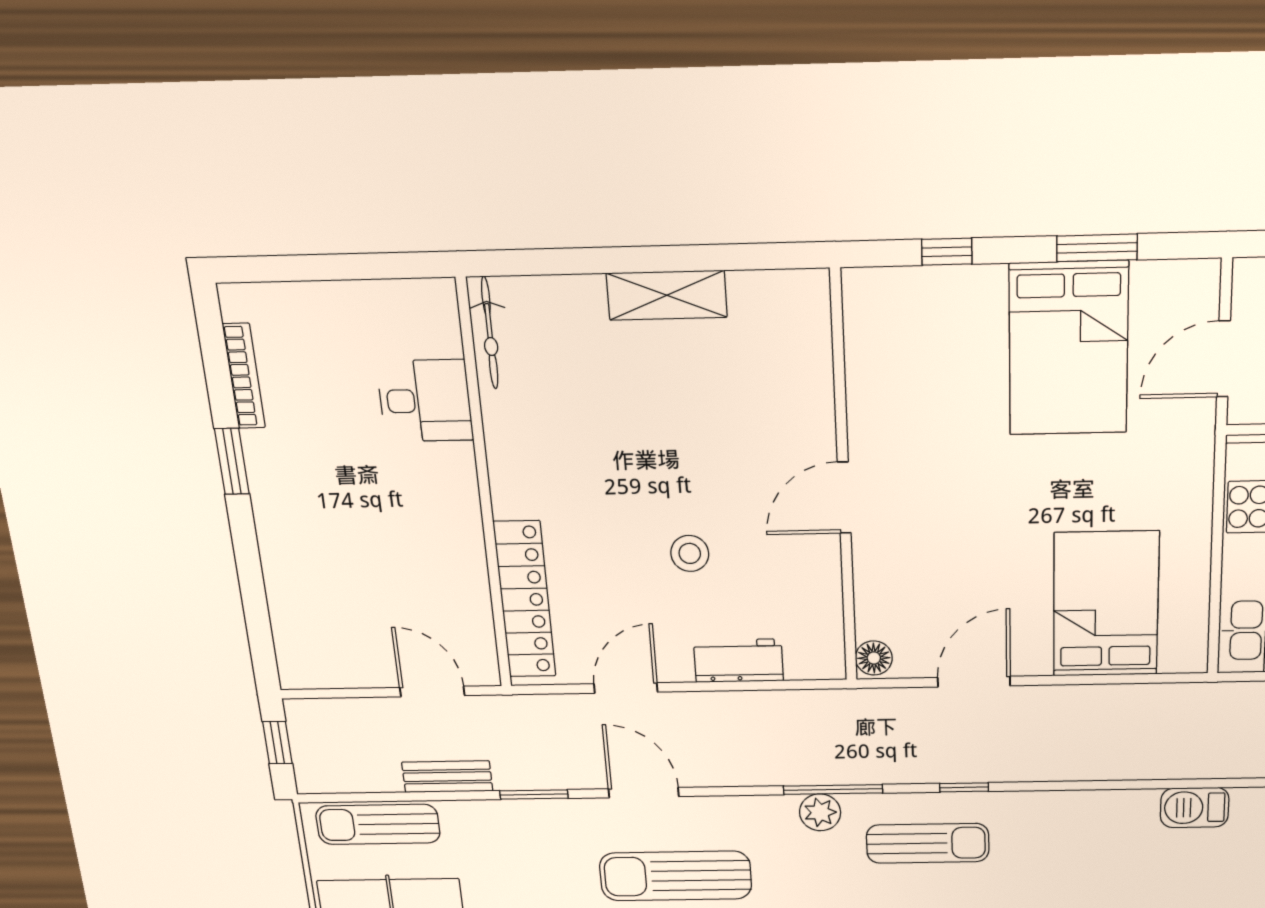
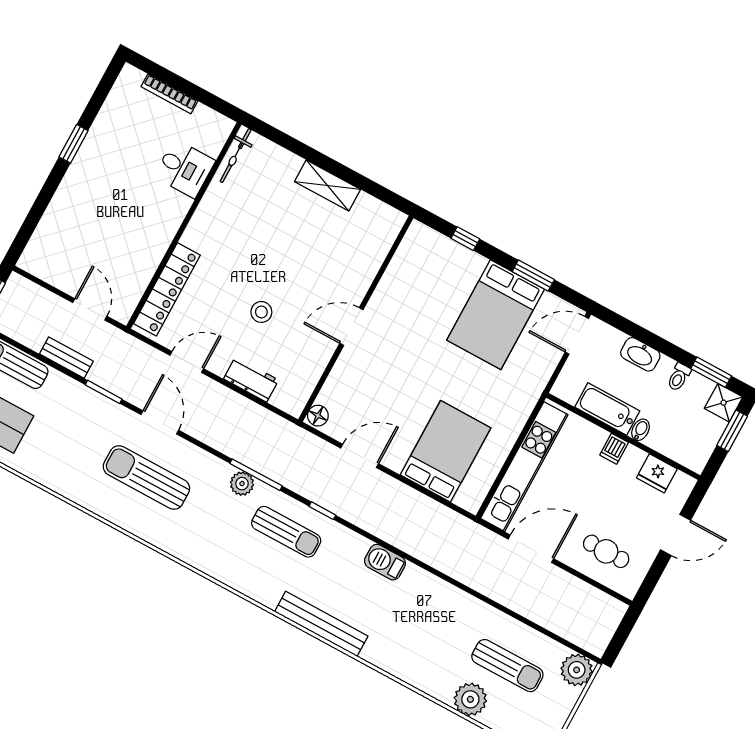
door: (1223, 359) -> (577, 335), moved
bookcase: (244, 376) -> (169, 94), moved, turned 90
barbecue: (1195, 808) -> (385, 562), moved

